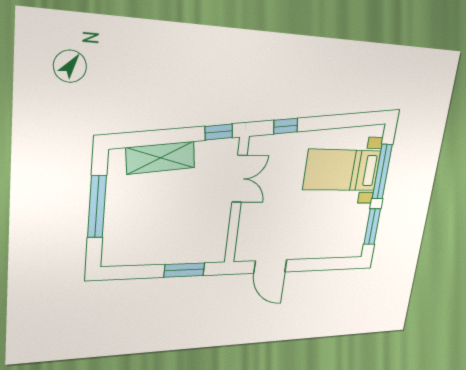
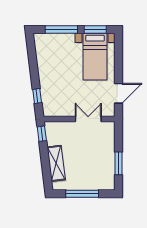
bed with nightstands: (342, 170) -> (95, 57), moved
double door: (239, 179) -> (88, 119), moved
window: (184, 270) -> (118, 163), moved

